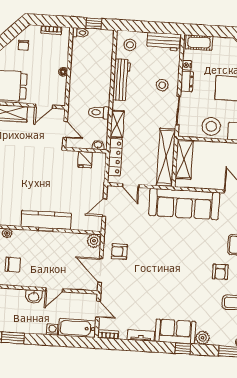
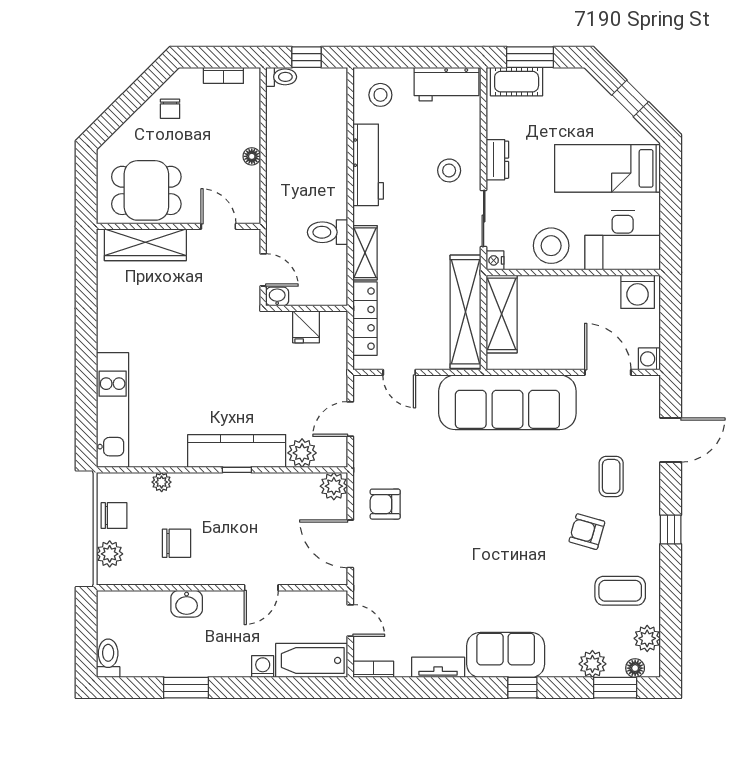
window: (207, 31) -> (530, 57), added
nightstand: (187, 65) -> (495, 260), moved
door: (44, 106) -> (218, 226), swing flipped
washbasin: (98, 145) -> (277, 296), moved
plant: (79, 223) -> (302, 453), added
armchair: (220, 272) -> (587, 532), turned 106
washbasin: (34, 297) -> (187, 604), moved
plant: (203, 338) -> (592, 664), moved

